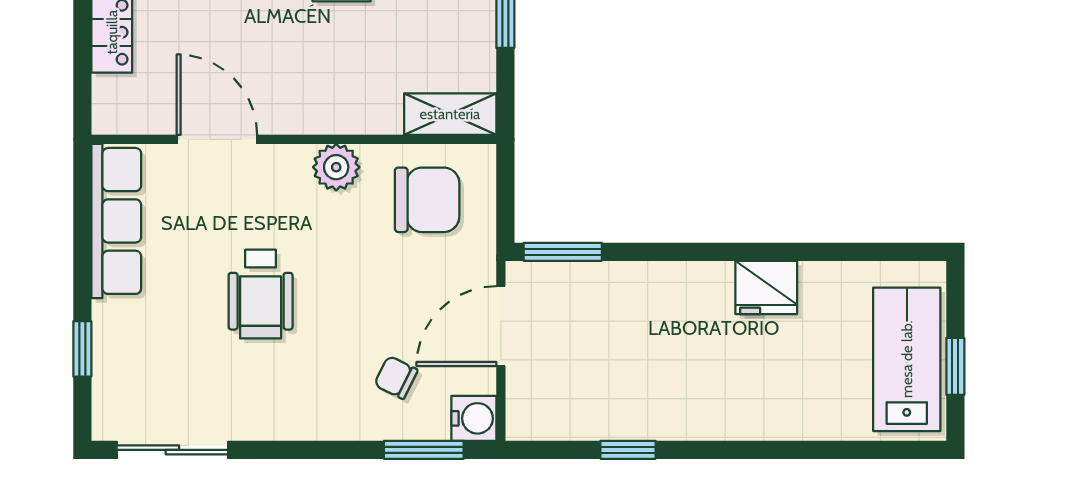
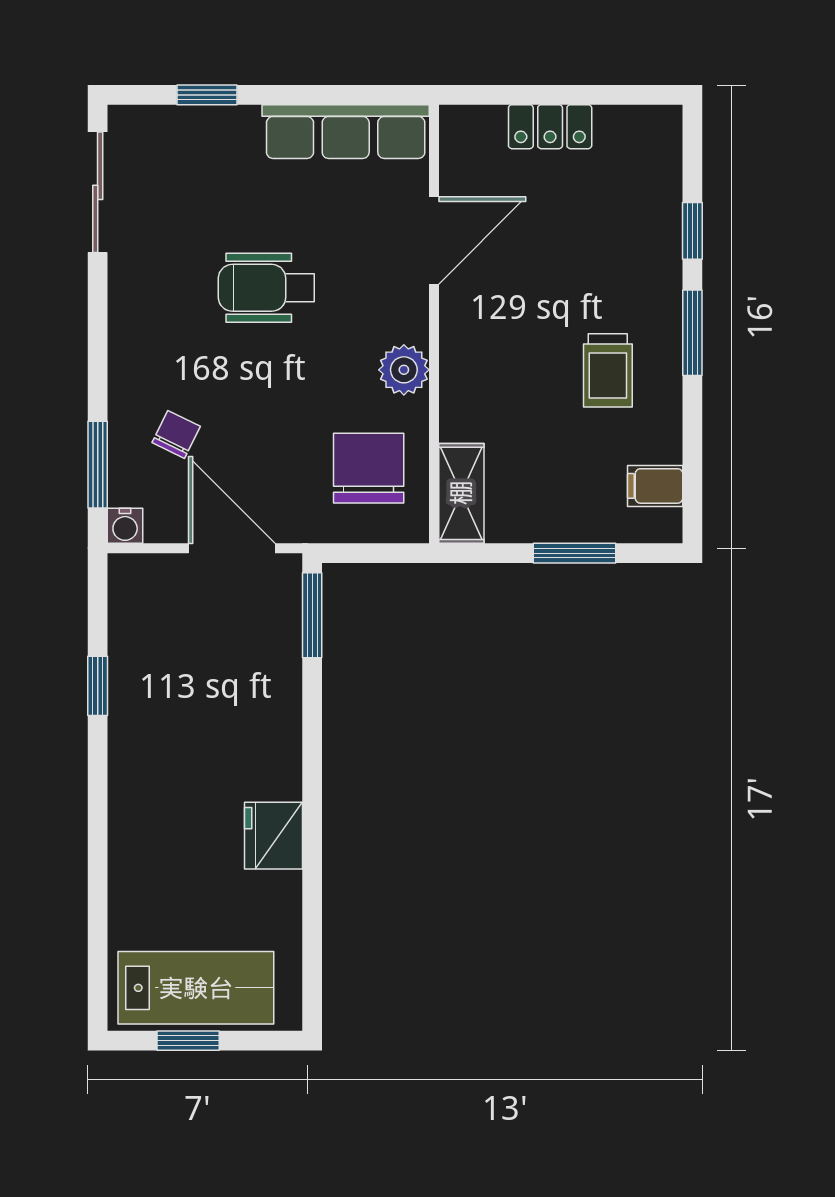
chair: (427, 200) -> (369, 468), turned 180
water cooler: (474, 418) -> (125, 526), width x0.72, depth x0.72

